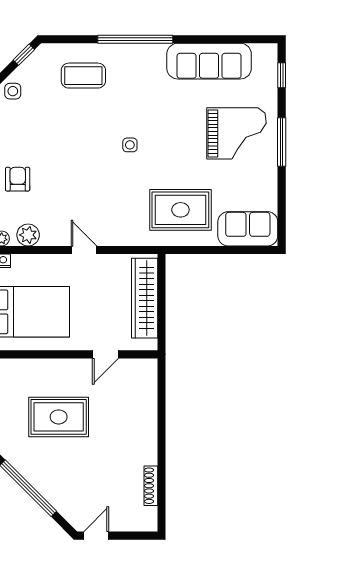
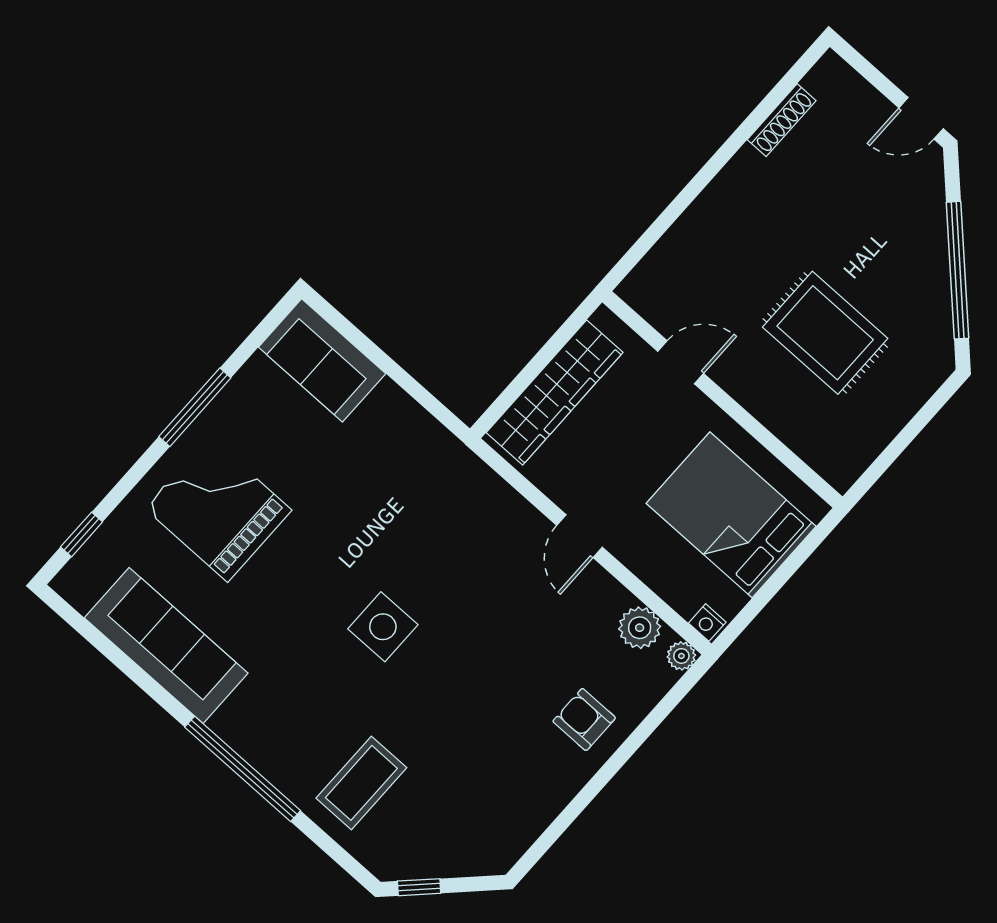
coffee table: (83, 76) -> (361, 783), turned 90
side table: (13, 91) -> (480, 850), removed
window: (282, 142) -> (195, 407), moved
side table: (130, 145) -> (383, 627), width x1.87, depth x1.87
armchair: (18, 179) -> (584, 720), turned 90
rug: (180, 210) -> (393, 472), removed

